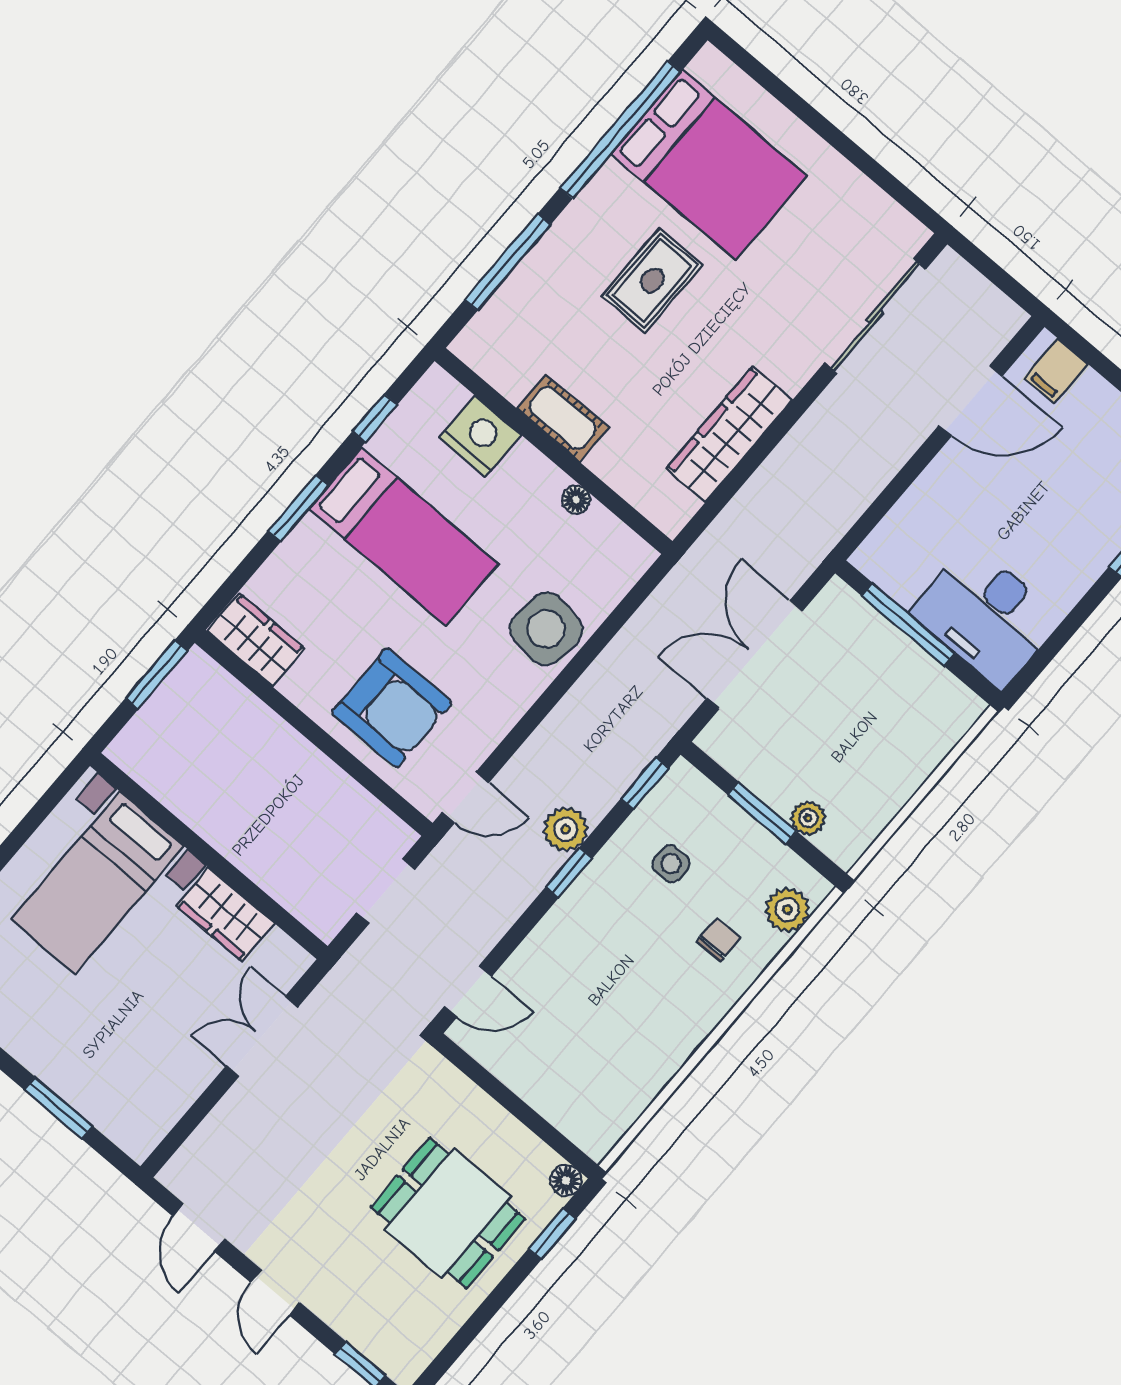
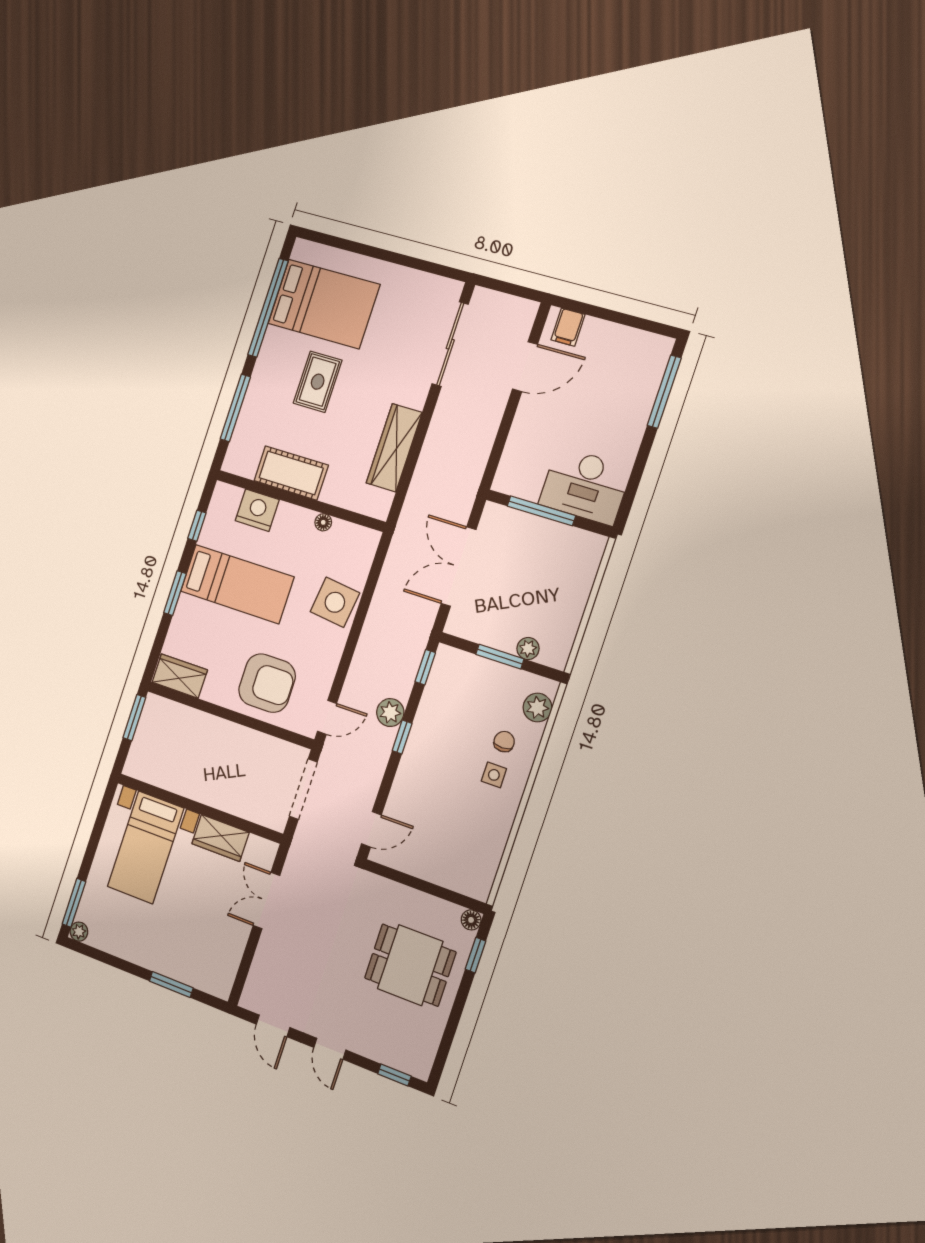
cot: (563, 418) -> (291, 473), width x1.37, depth x1.34
side table: (671, 864) -> (494, 775), moved
doorway: (386, 891) -> (303, 789), width x1.38

